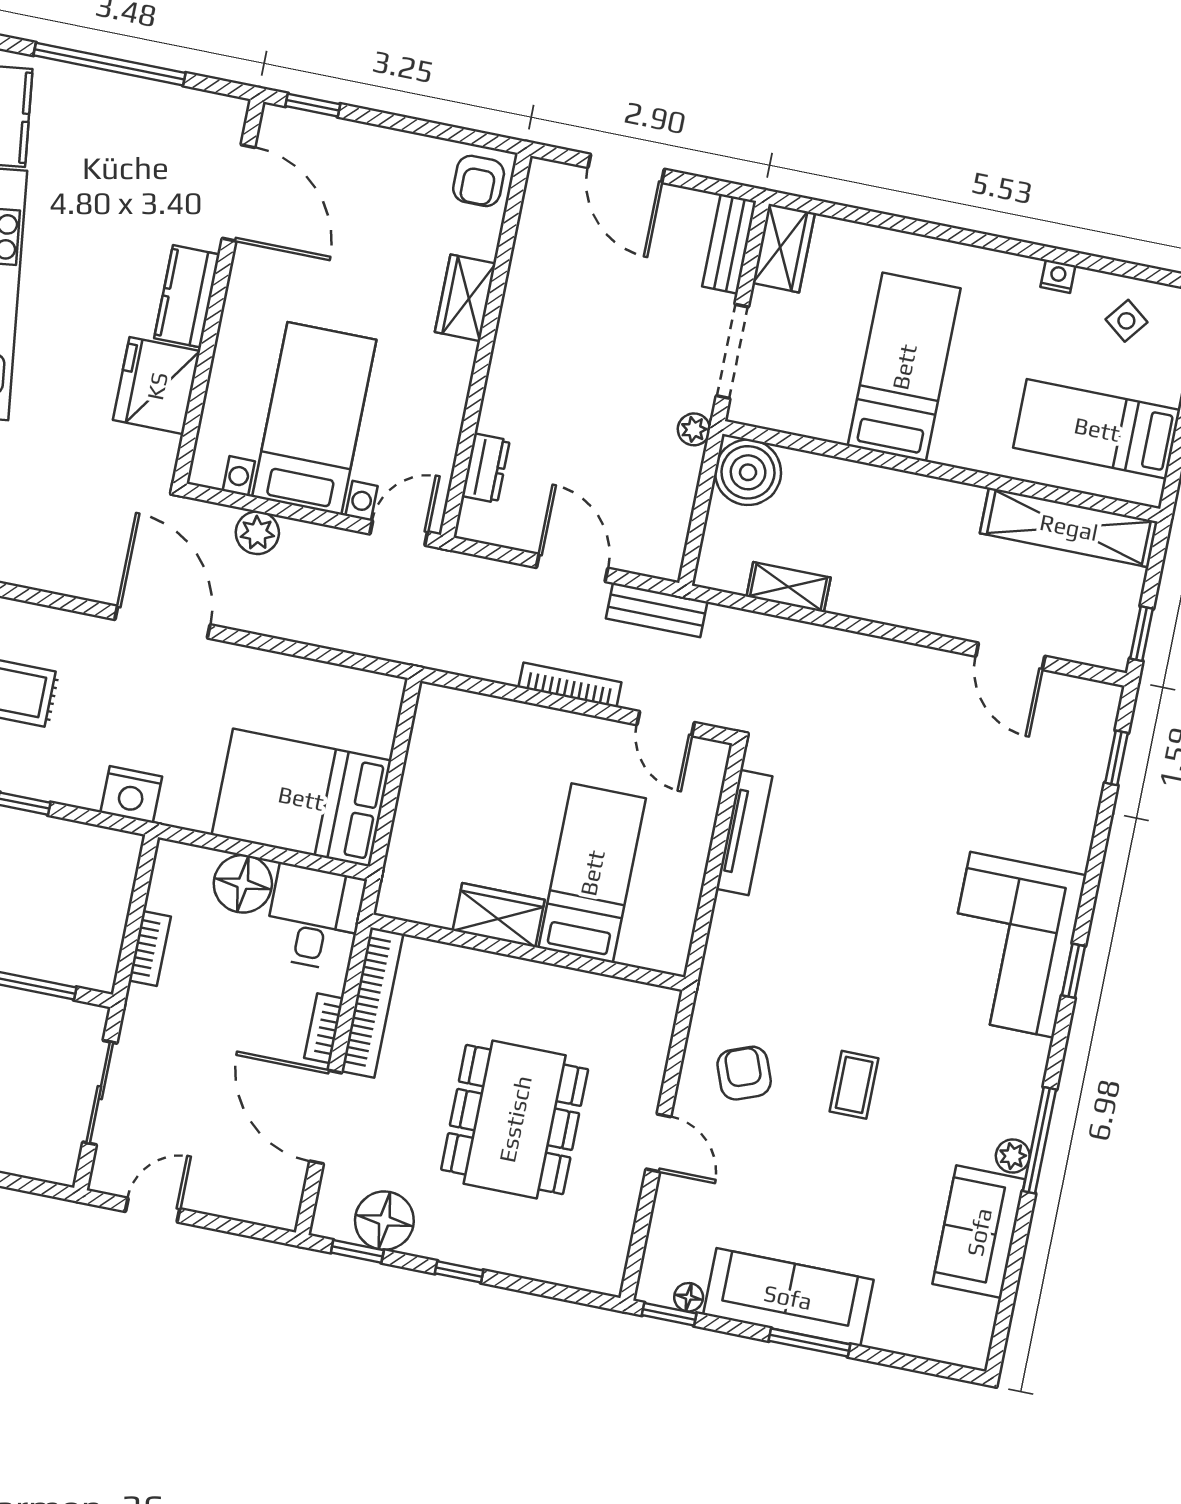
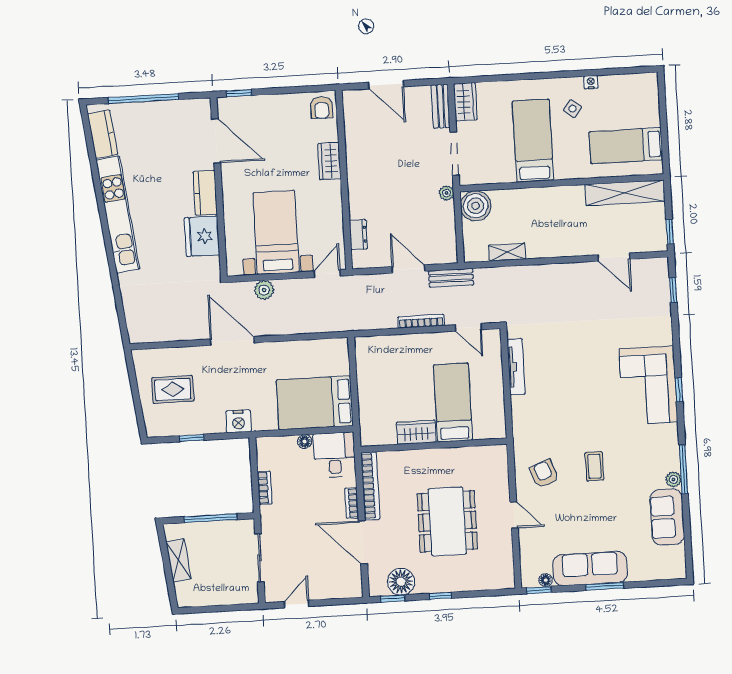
side table: (1126, 321) -> (572, 109), moved
floor lamp: (243, 884) -> (305, 442), width x0.53, depth x0.53

